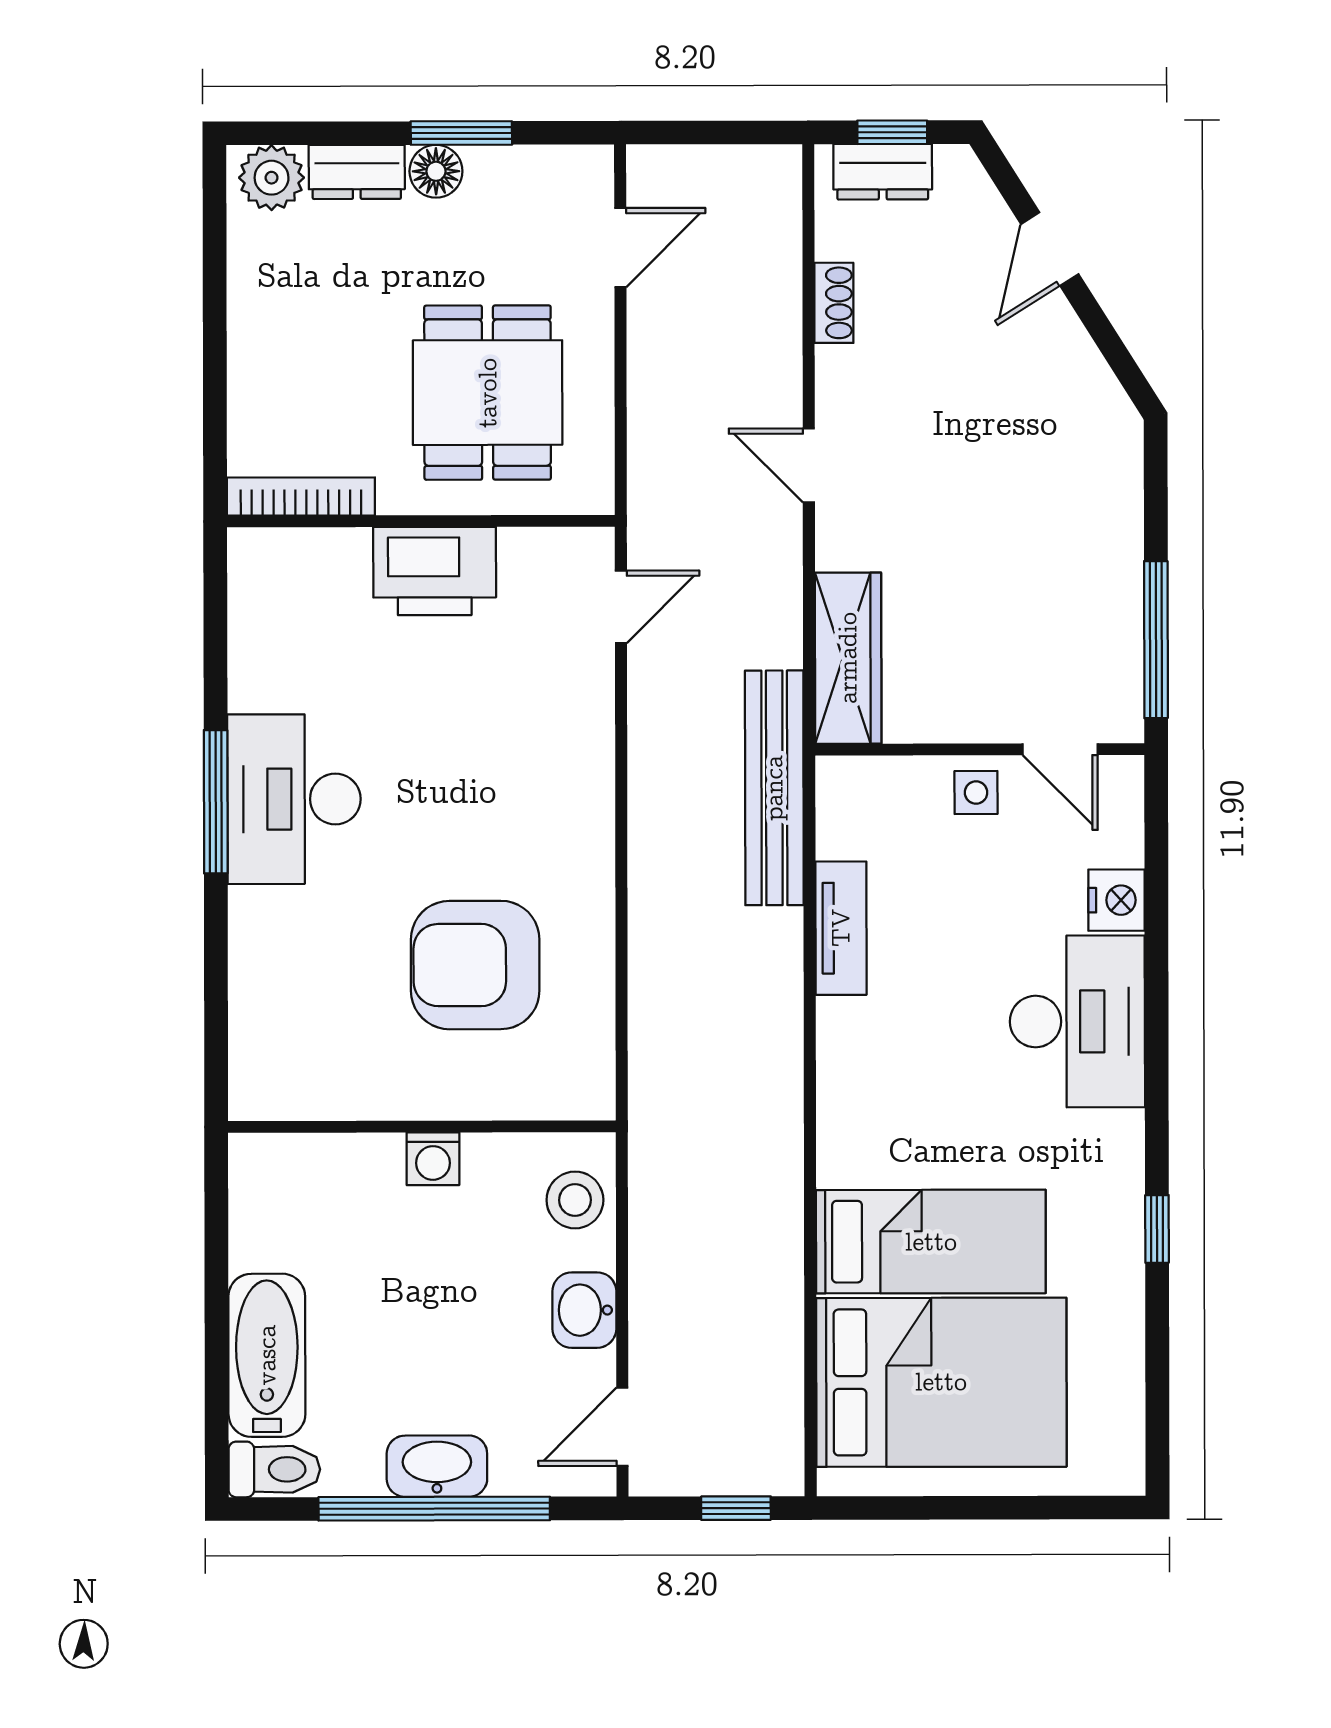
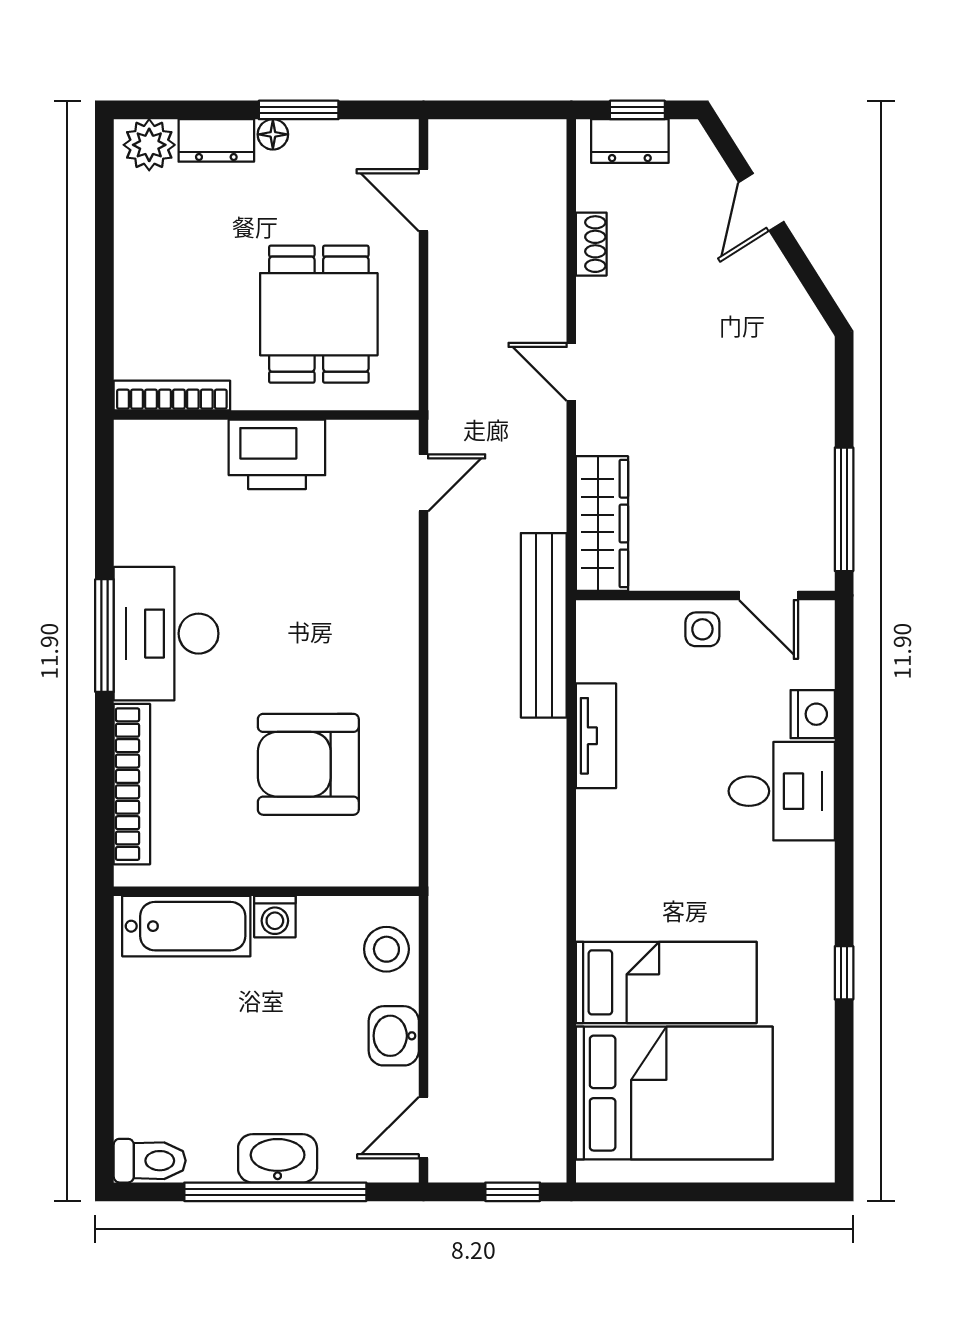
floor lamp: (436, 171) -> (273, 134), width x0.73, depth x0.73
door: (620, 248) -> (423, 200), swing flipped
bookcase: (251, 991) -> (132, 784), added
desk: (1077, 1021) -> (782, 791), width x0.73
bathtub: (267, 1355) -> (186, 926), moved, turned 90

